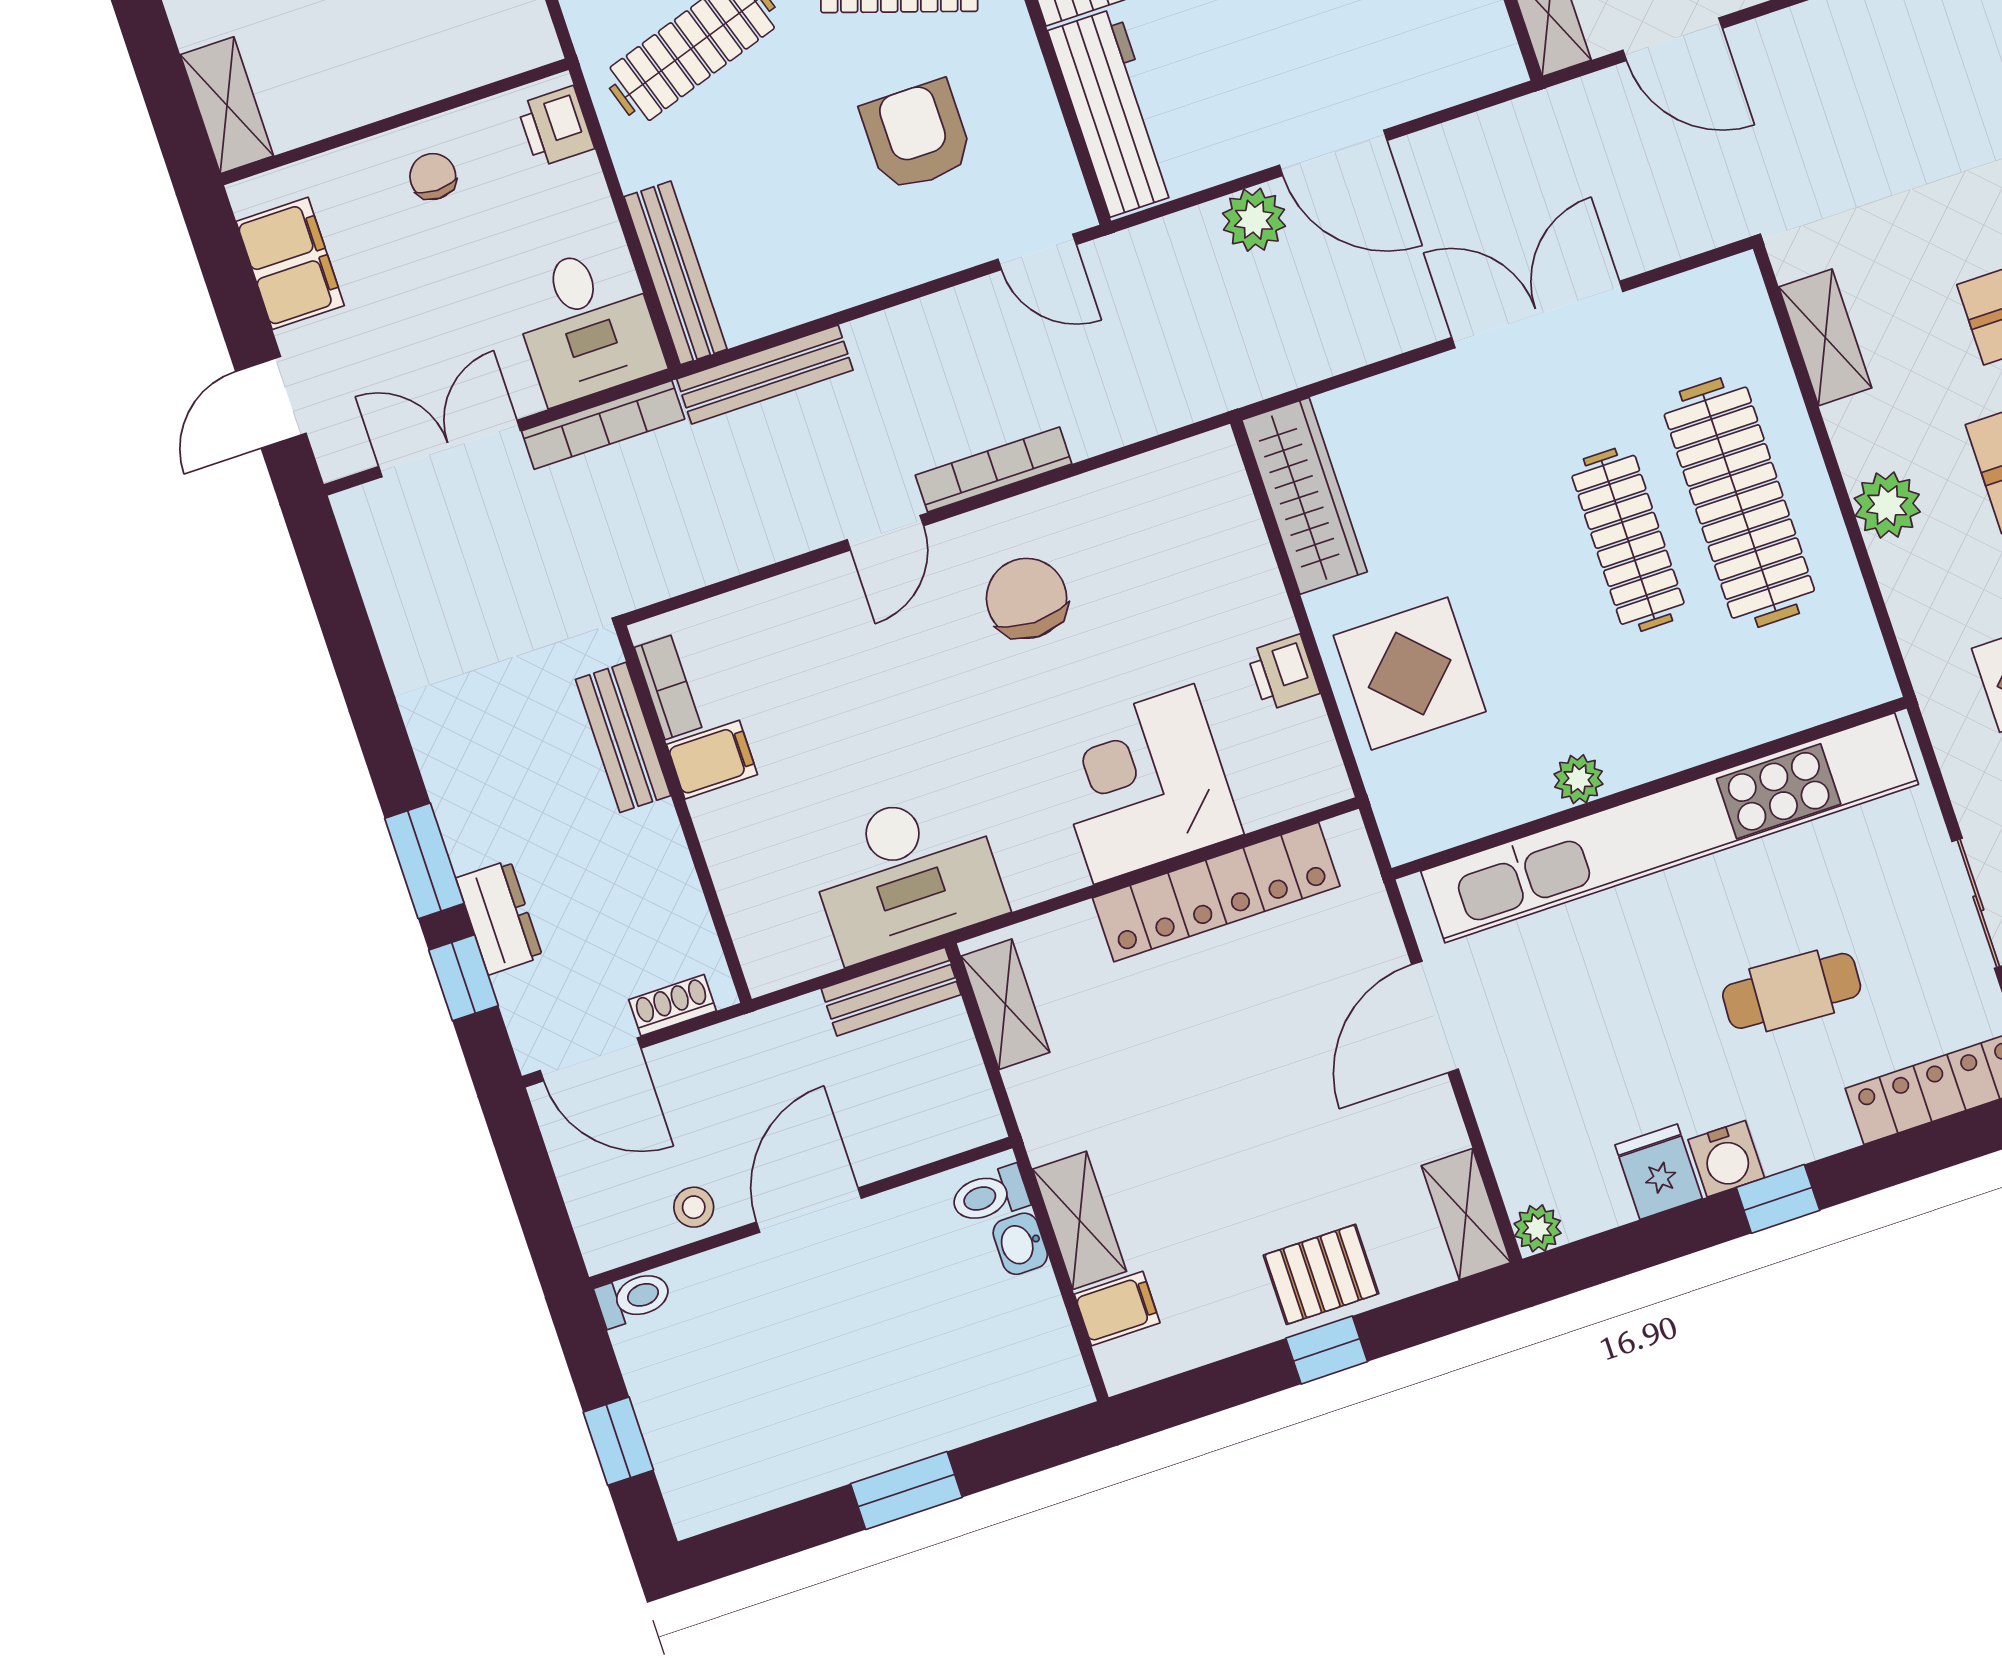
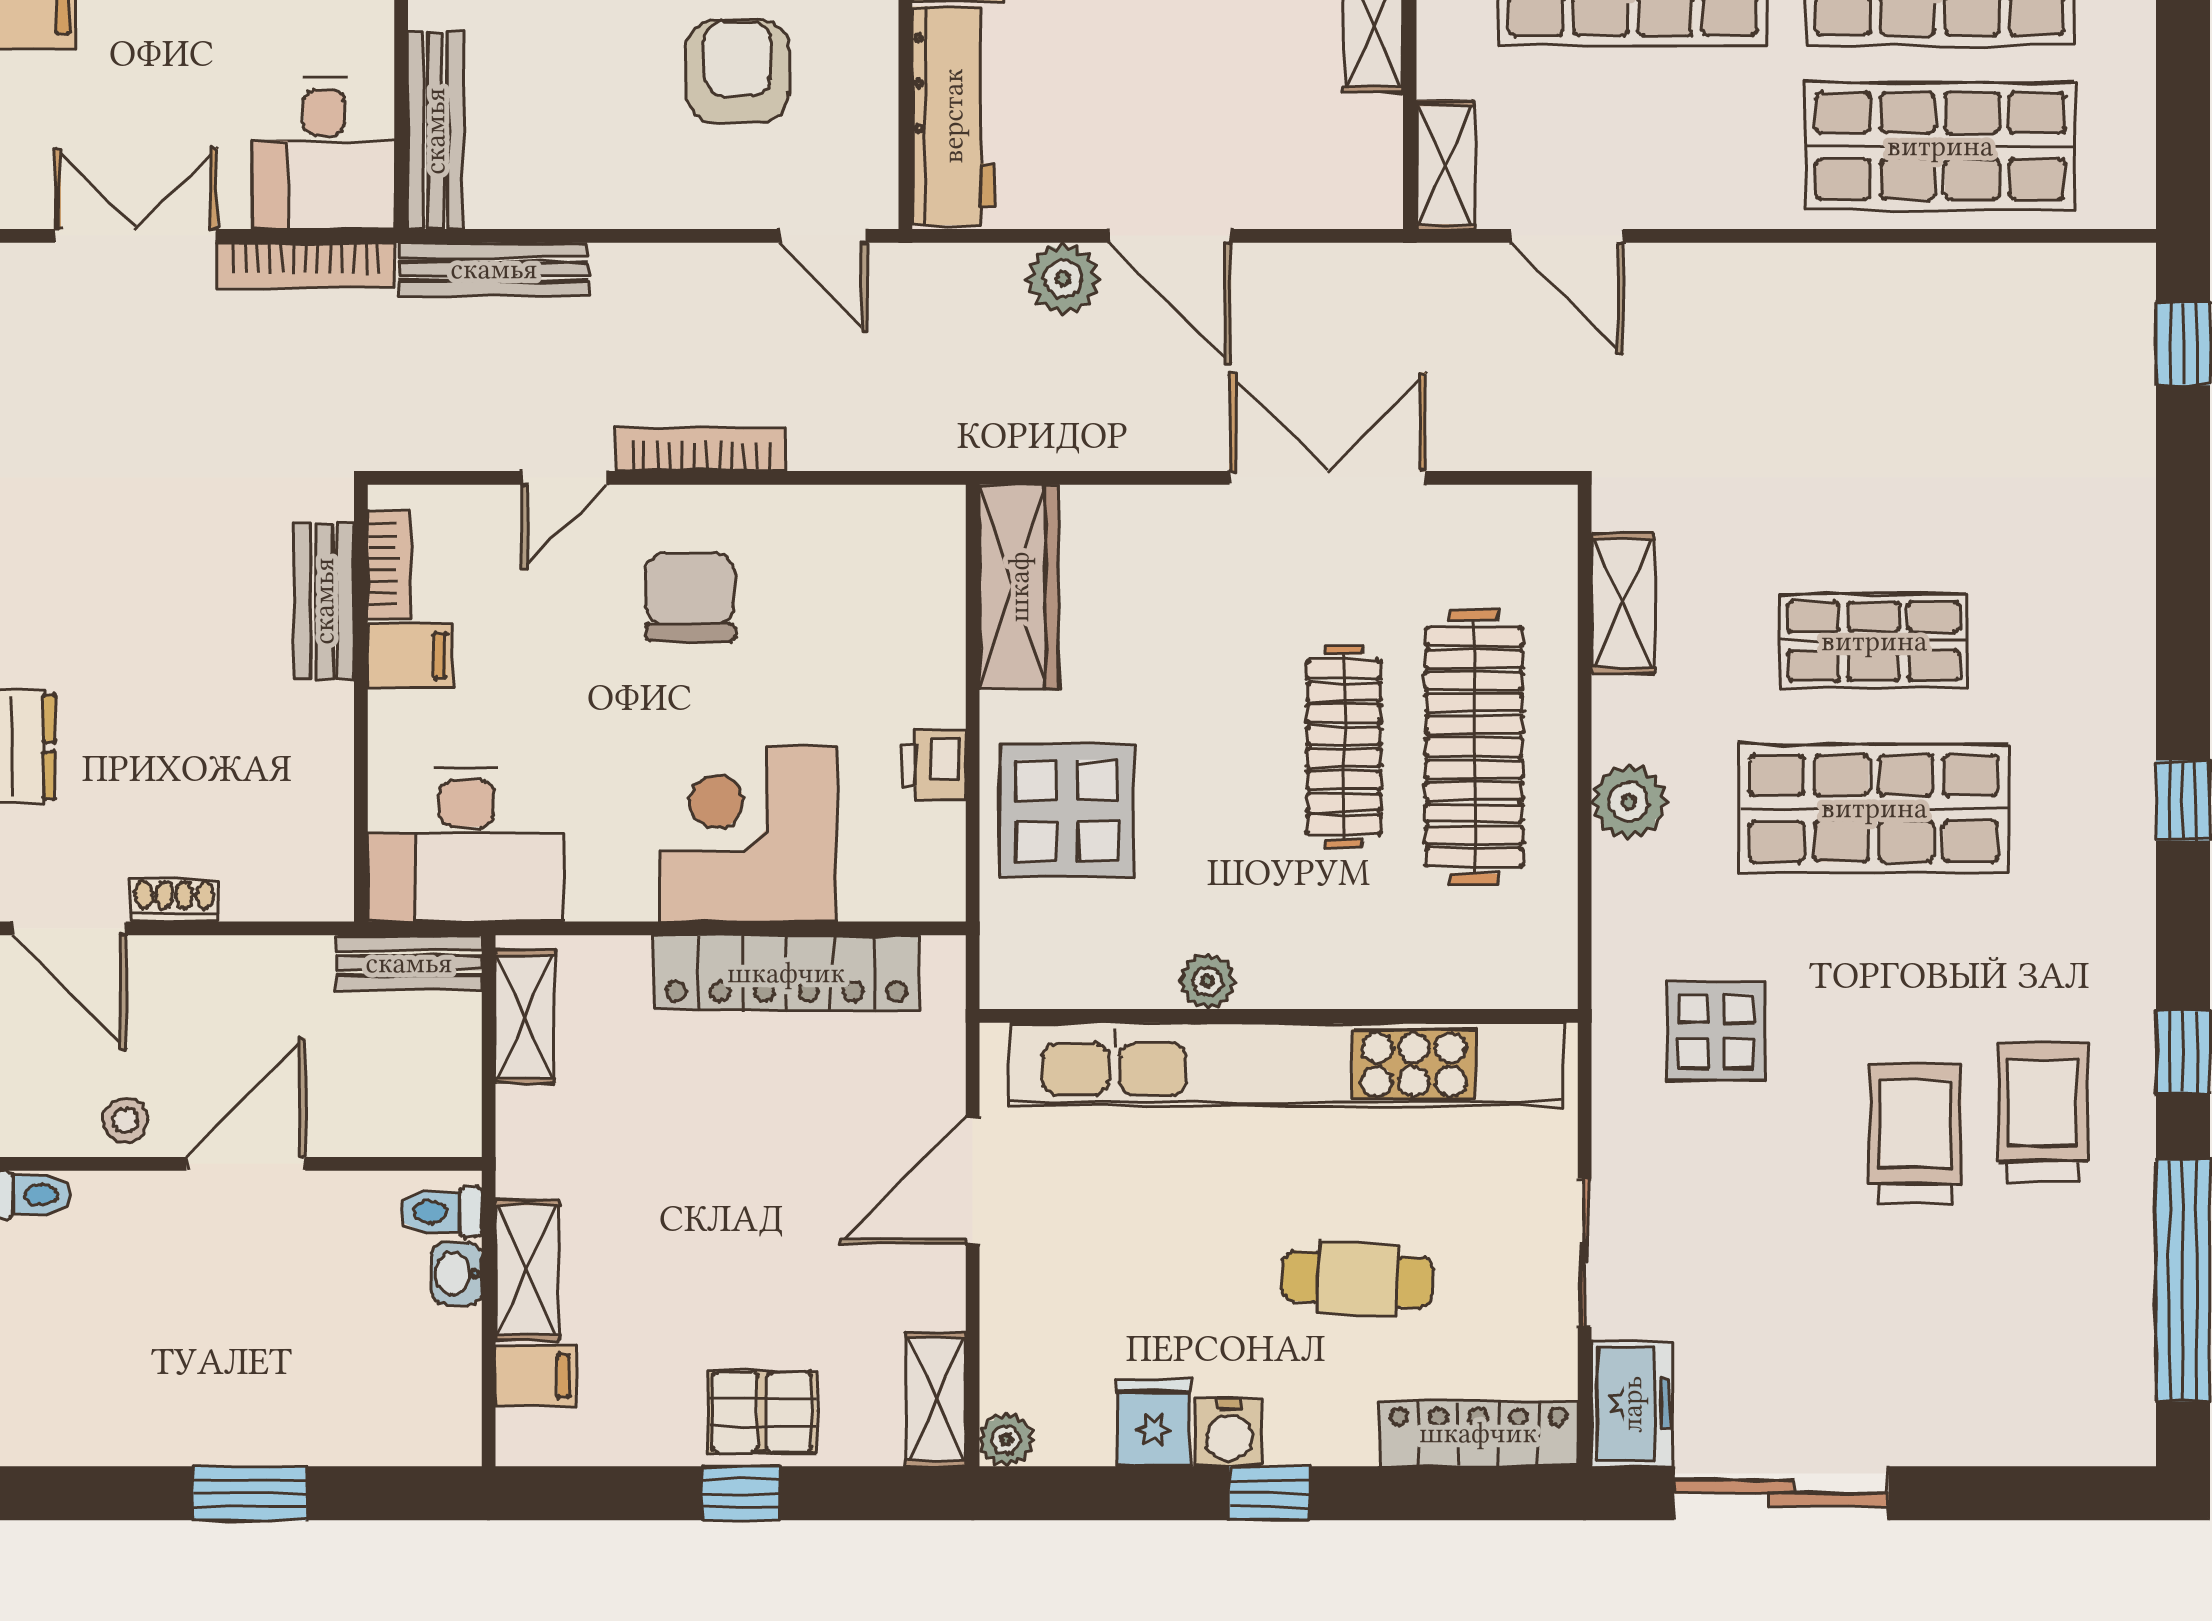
bookcase: (668, 687) -> (389, 564), moved
bench: (623, 737) -> (324, 601), moved
filing cabinet: (712, 760) -> (410, 656), moved
wall: (683, 814) -> (361, 703), moved

